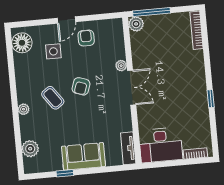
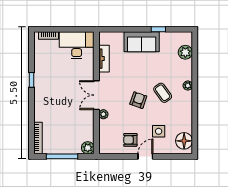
window: (152, 12) -> (62, 156), moved
armchair: (86, 38) -> (130, 140), turned 90
tv unit: (128, 148) -> (104, 59), moved

